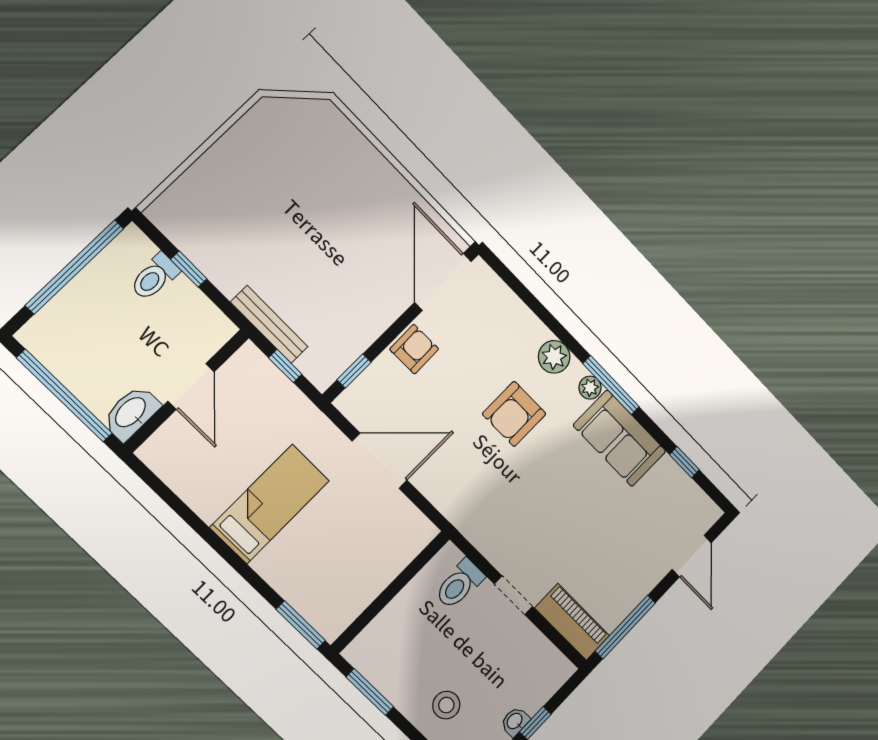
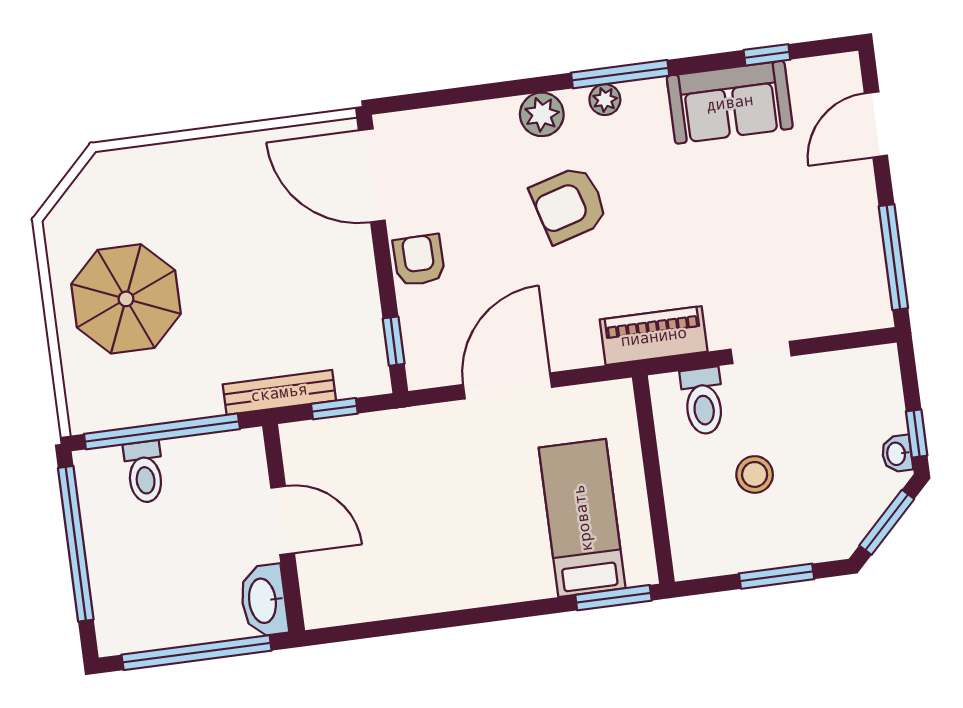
parasol: (254, 185) -> (126, 299), added
window: (189, 269) -> (162, 431), width x3.17
armchair: (514, 414) -> (569, 205), turned 74
sofa: (620, 438) -> (730, 102), moved
bed: (270, 504) -> (582, 518), moved
door: (692, 556) -> (876, 124), swing flipped
piano: (572, 622) -> (654, 336), moved
window: (370, 692) -> (777, 576), moved
stool: (446, 705) -> (755, 474), moved

